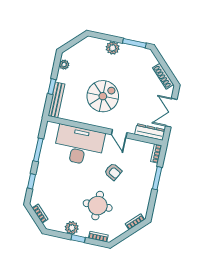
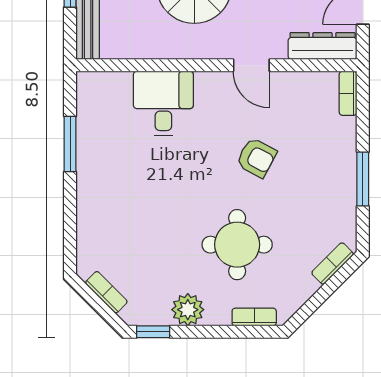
desk: (79, 145) -> (163, 103), width x0.53, depth x0.77
window: (157, 178) -> (363, 179), moved
window: (32, 181) -> (70, 221), removed
window: (78, 239) -> (153, 332), moved

